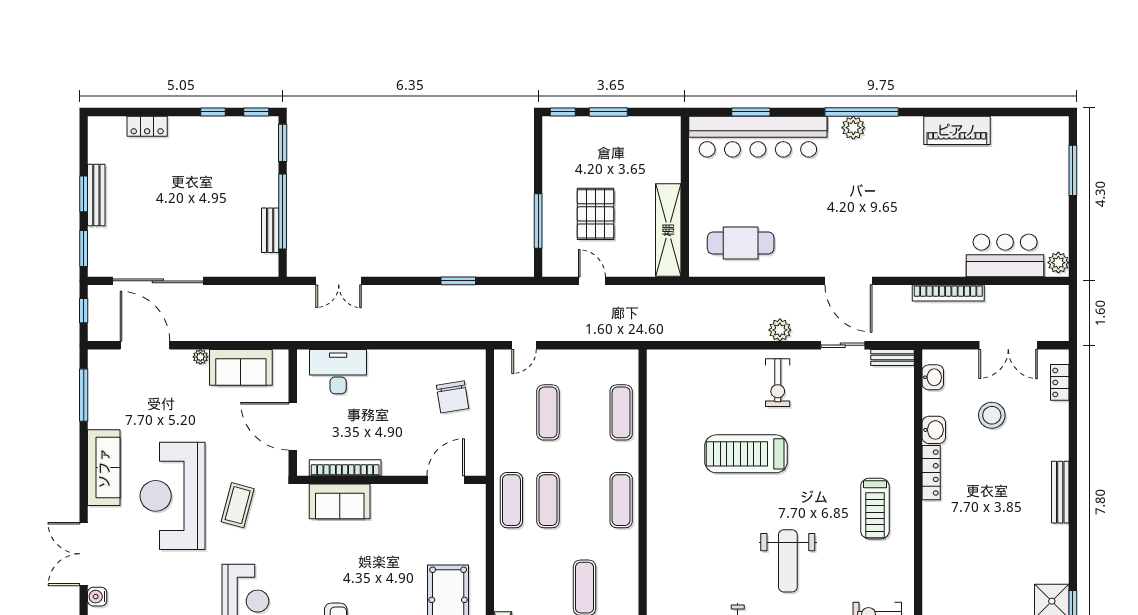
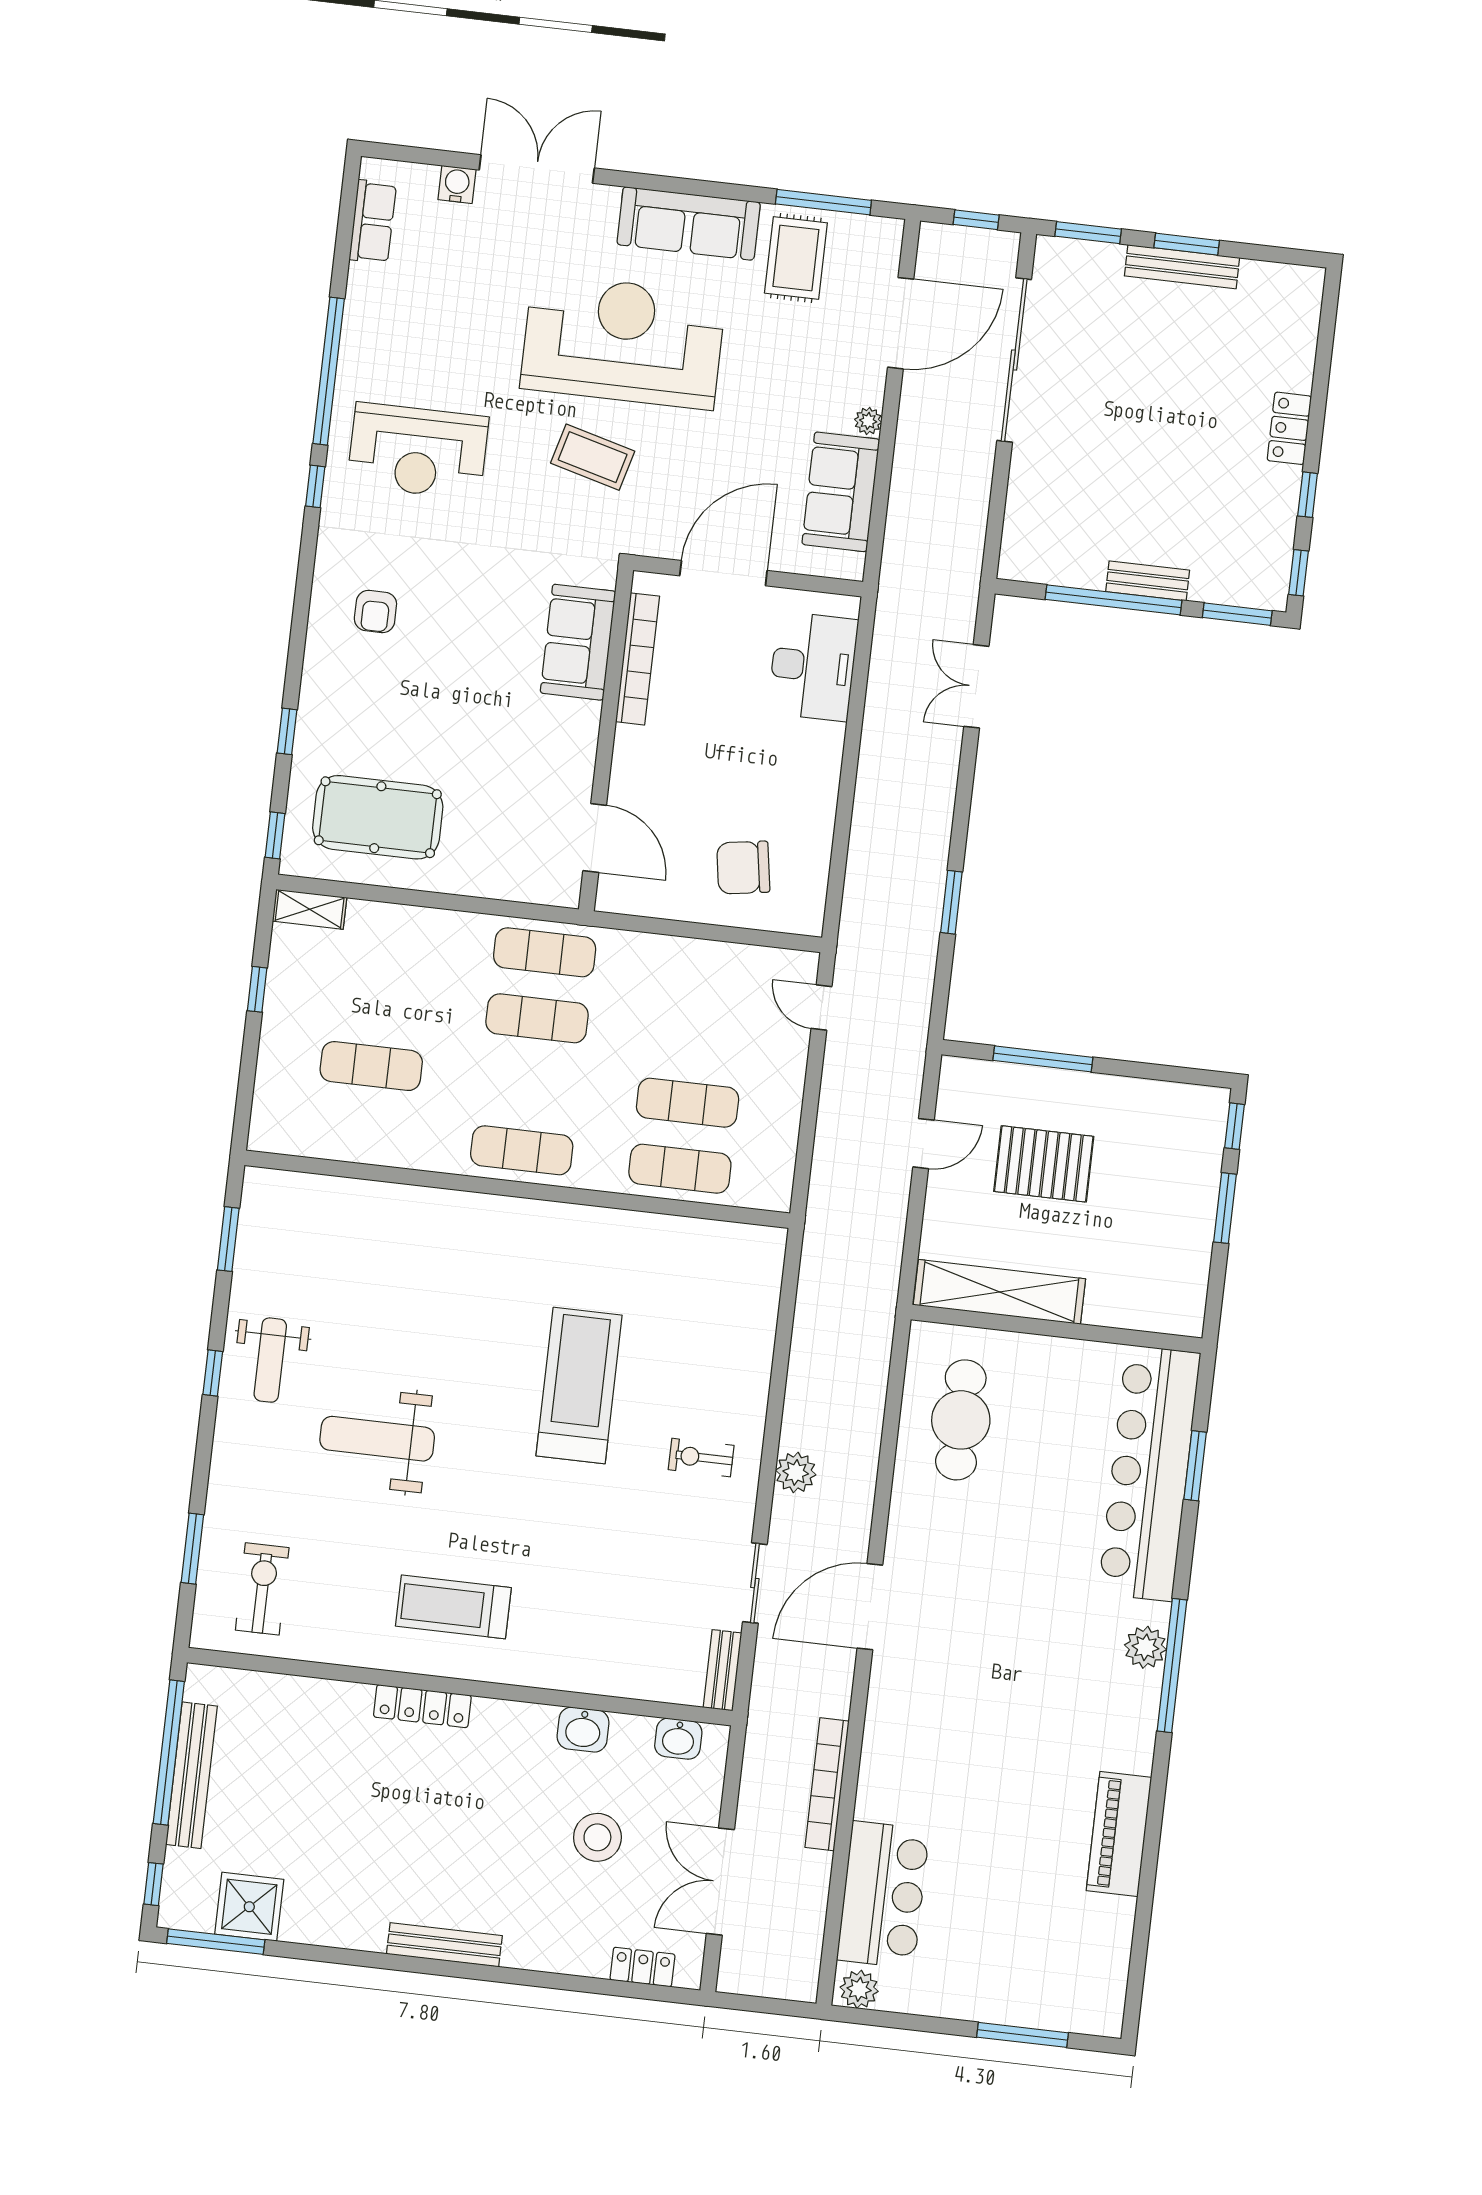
locker: (147, 126) -> (1289, 428), moved
bench: (270, 230) -> (1148, 581), moved
exercise bike: (778, 383) -> (701, 1458), width x0.73, depth x0.72
rug: (116, 407) -> (796, 258), added
exercise mat: (548, 412) -> (688, 1103), moved
locker: (931, 473) -> (422, 1706), moved

